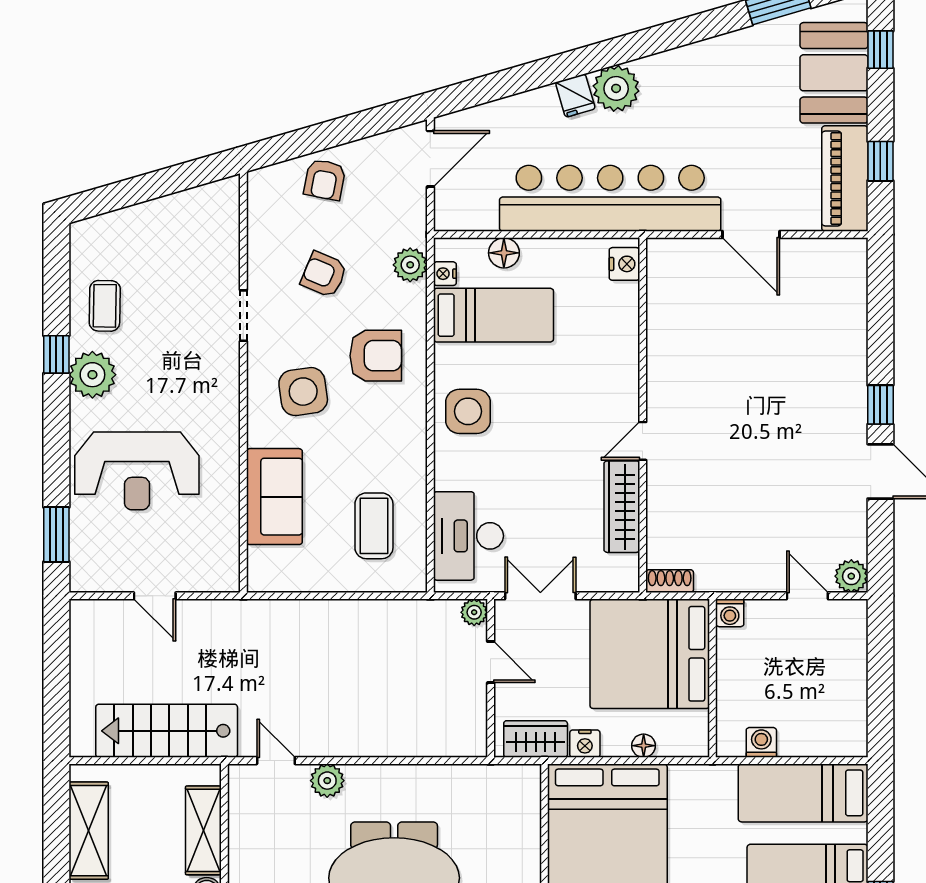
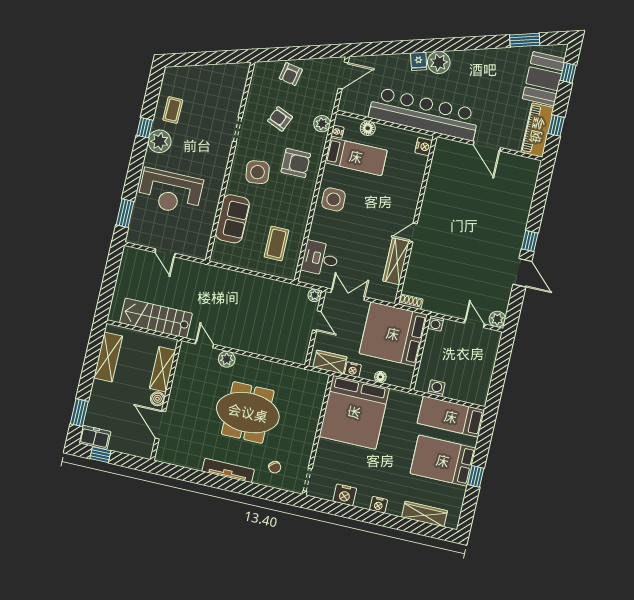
desk: (468, 536) -> (320, 258), width x0.73

